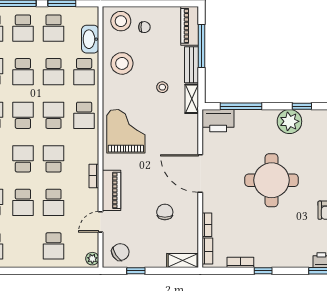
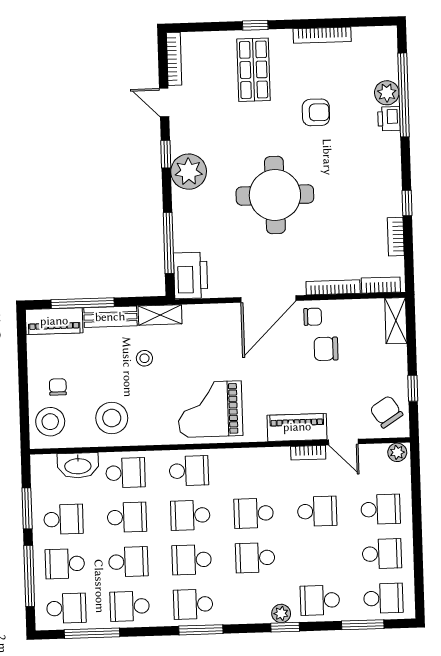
school desk: (23, 28) -> (65, 564), turned 180
bookcase: (94, 176) -> (308, 453), moved
school desk: (23, 202) -> (382, 554), moved
chair: (187, 204) -> (313, 317), added
bookcase: (207, 225) -> (333, 287), width x1.56

